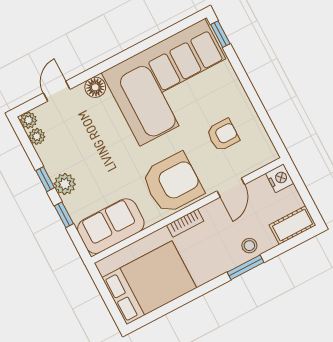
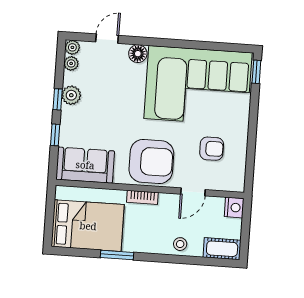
plant: (65, 184) -> (71, 95), moved
window: (246, 267) -> (117, 255), moved

